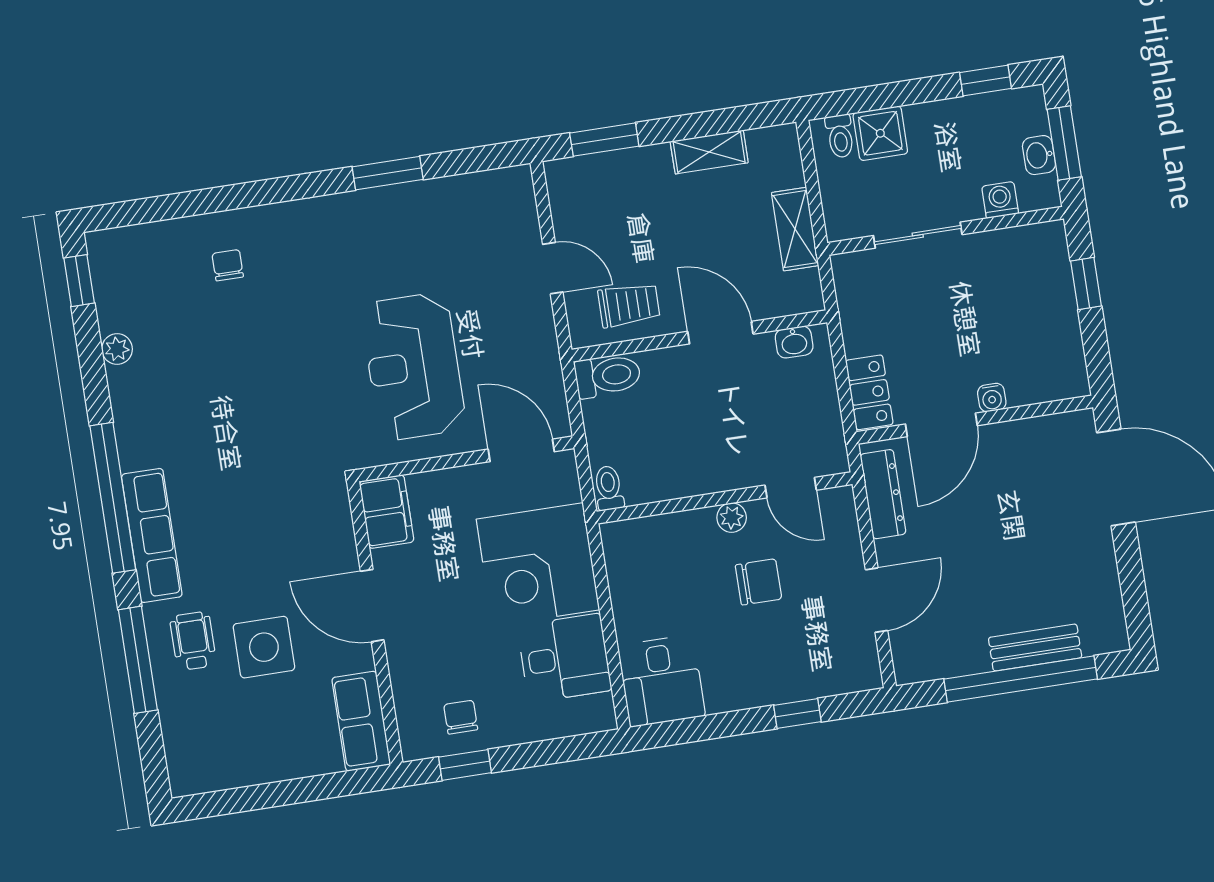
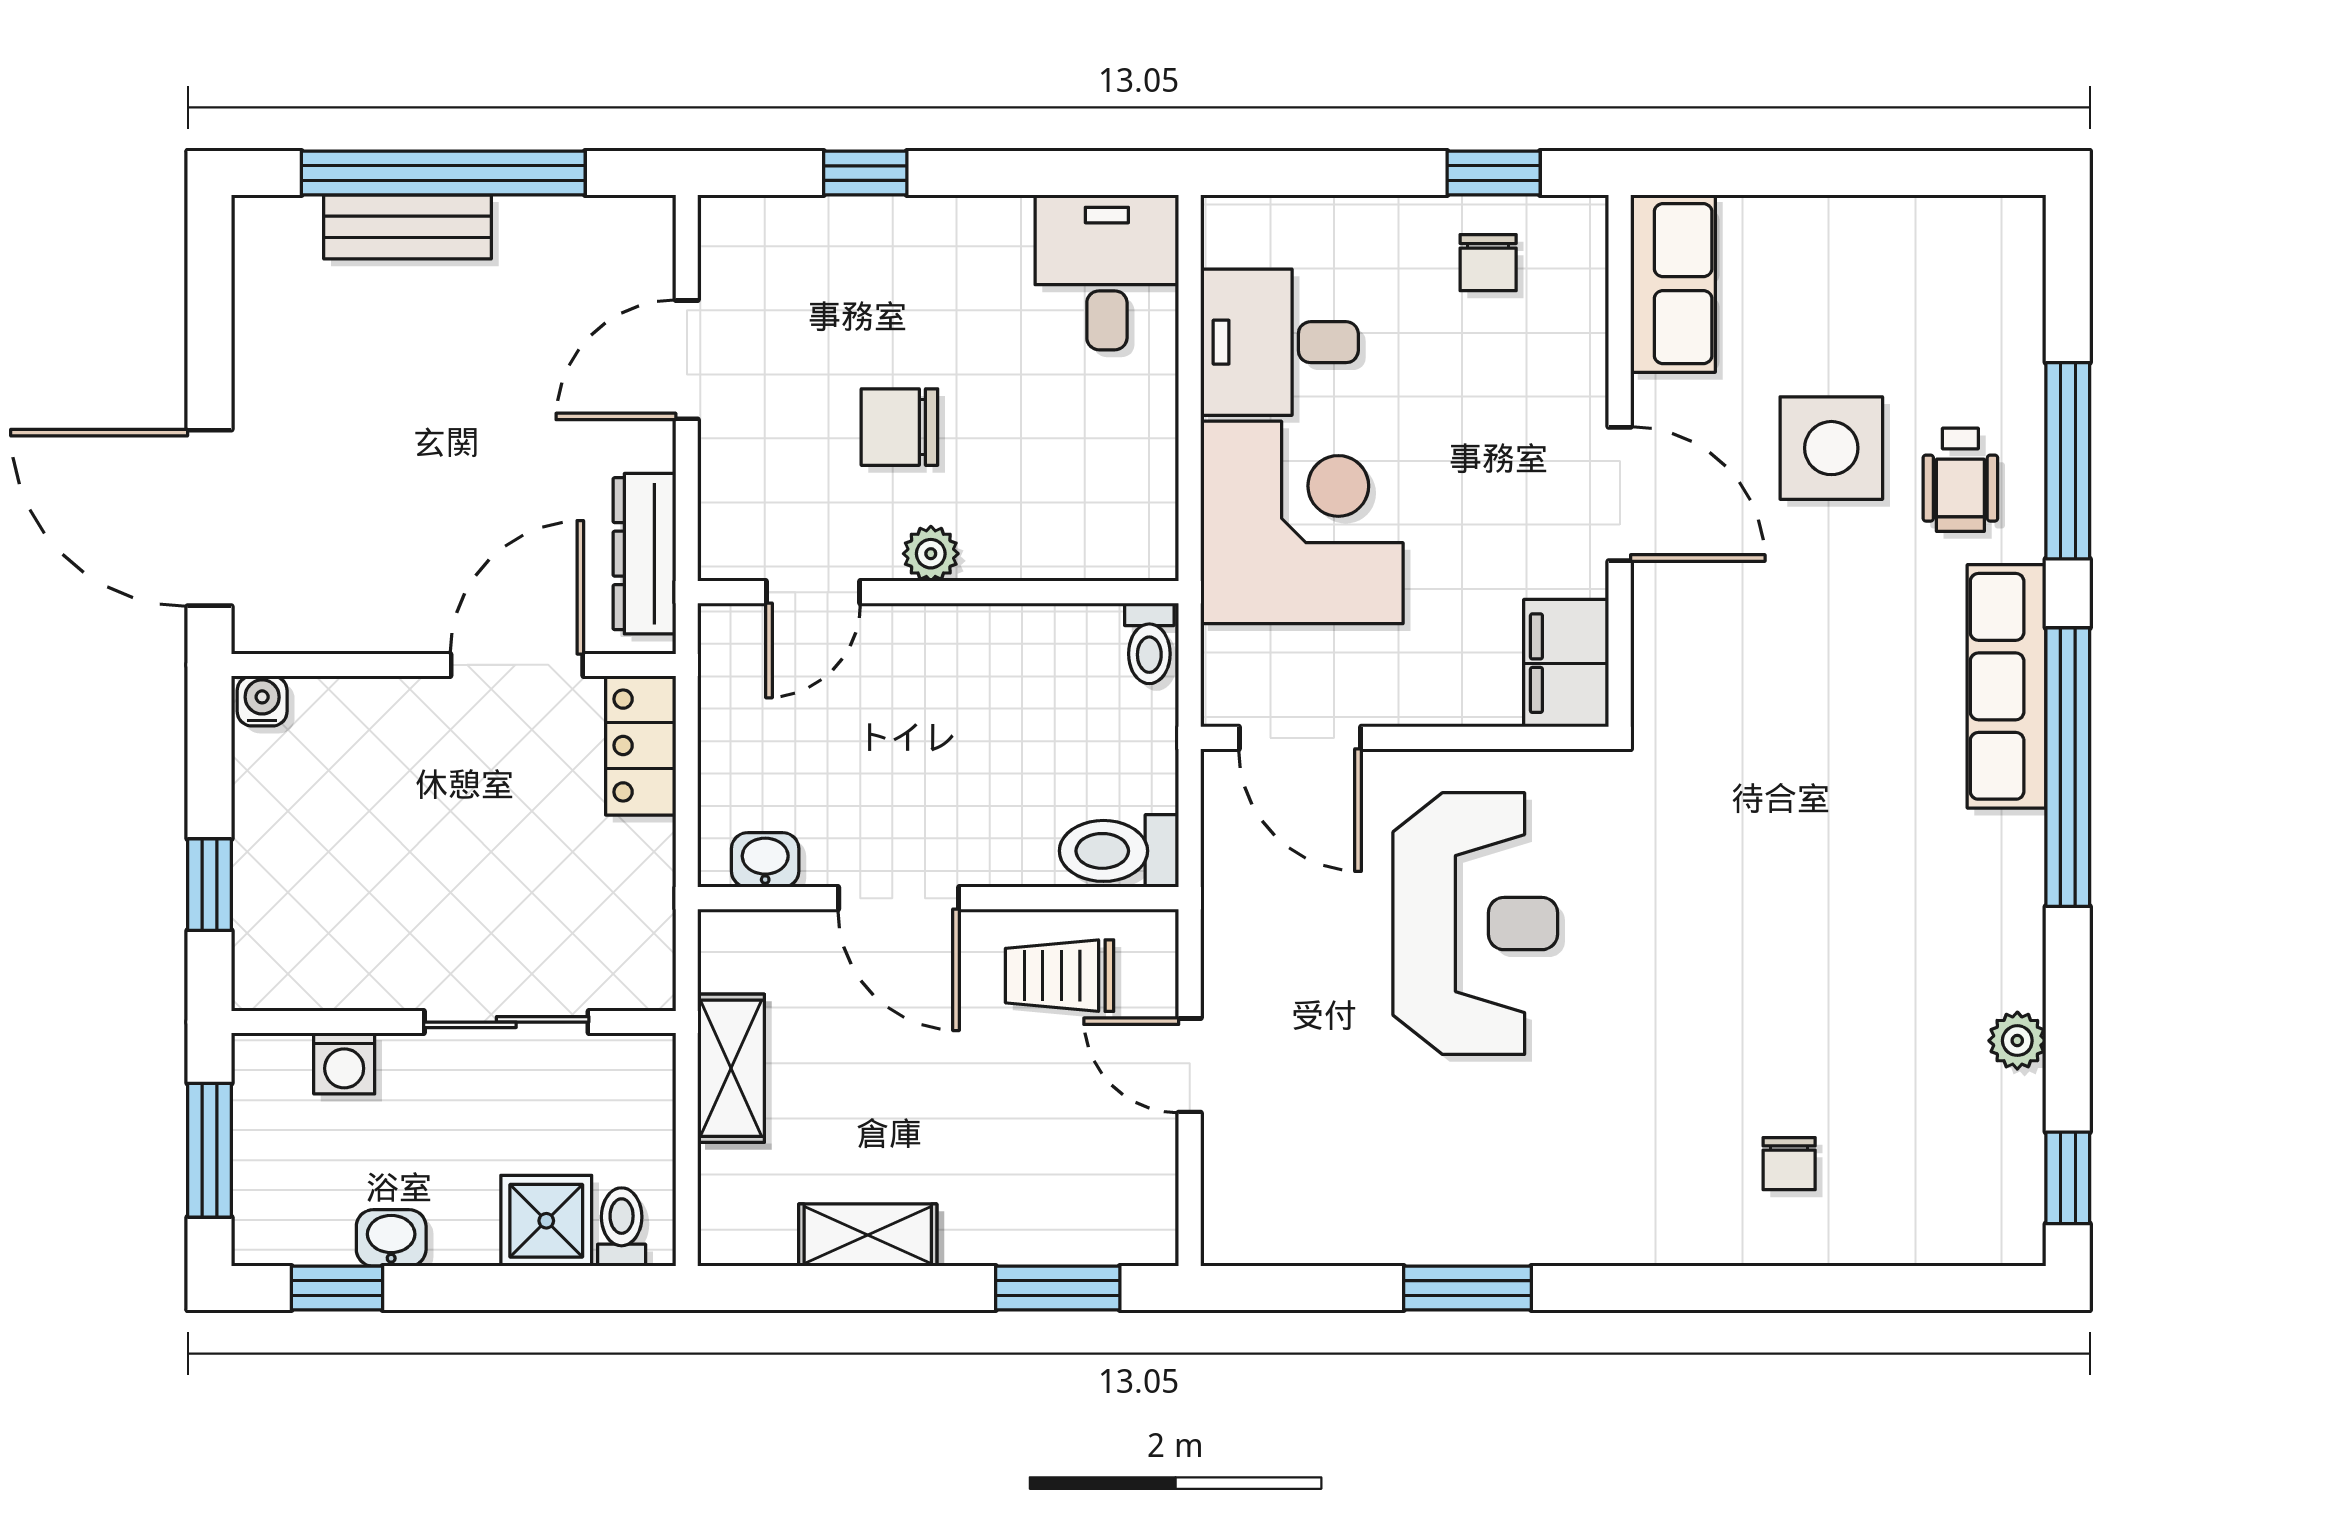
washbasin: (1039, 155) -> (391, 1238), moved, turned -90
water cooler: (992, 398) -> (262, 701), moved
door: (791, 488) -> (813, 592), swing flipped

